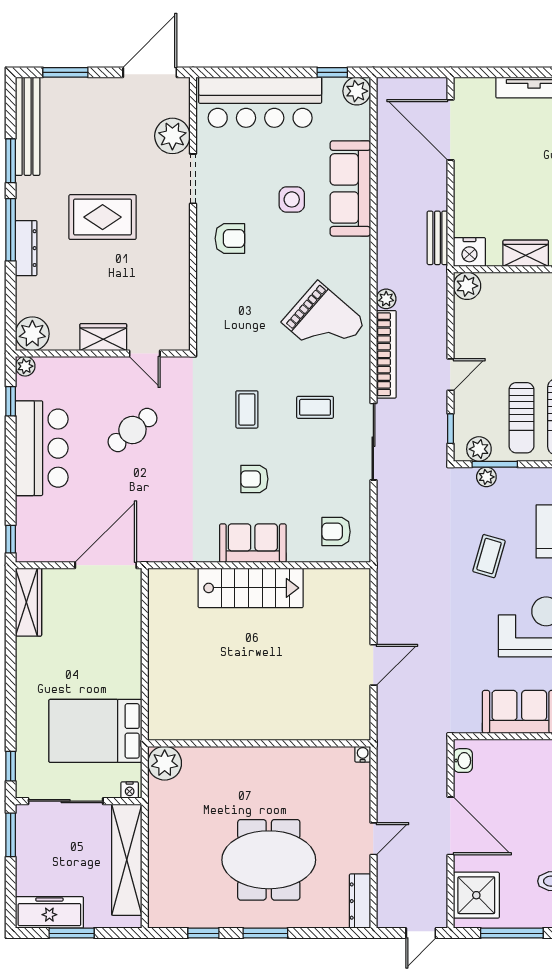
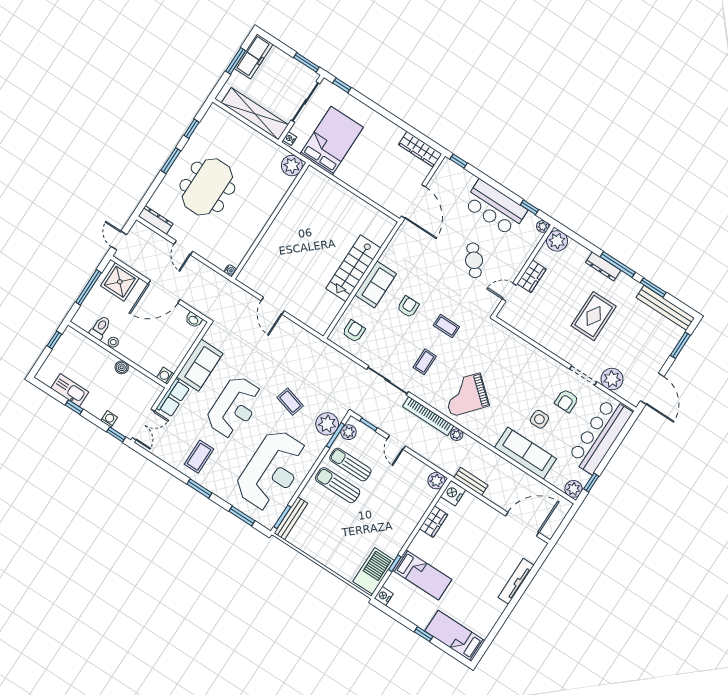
armchair: (230, 238) -> (567, 401), moved
plant: (486, 477) -> (327, 424), width x1.87, depth x1.87

